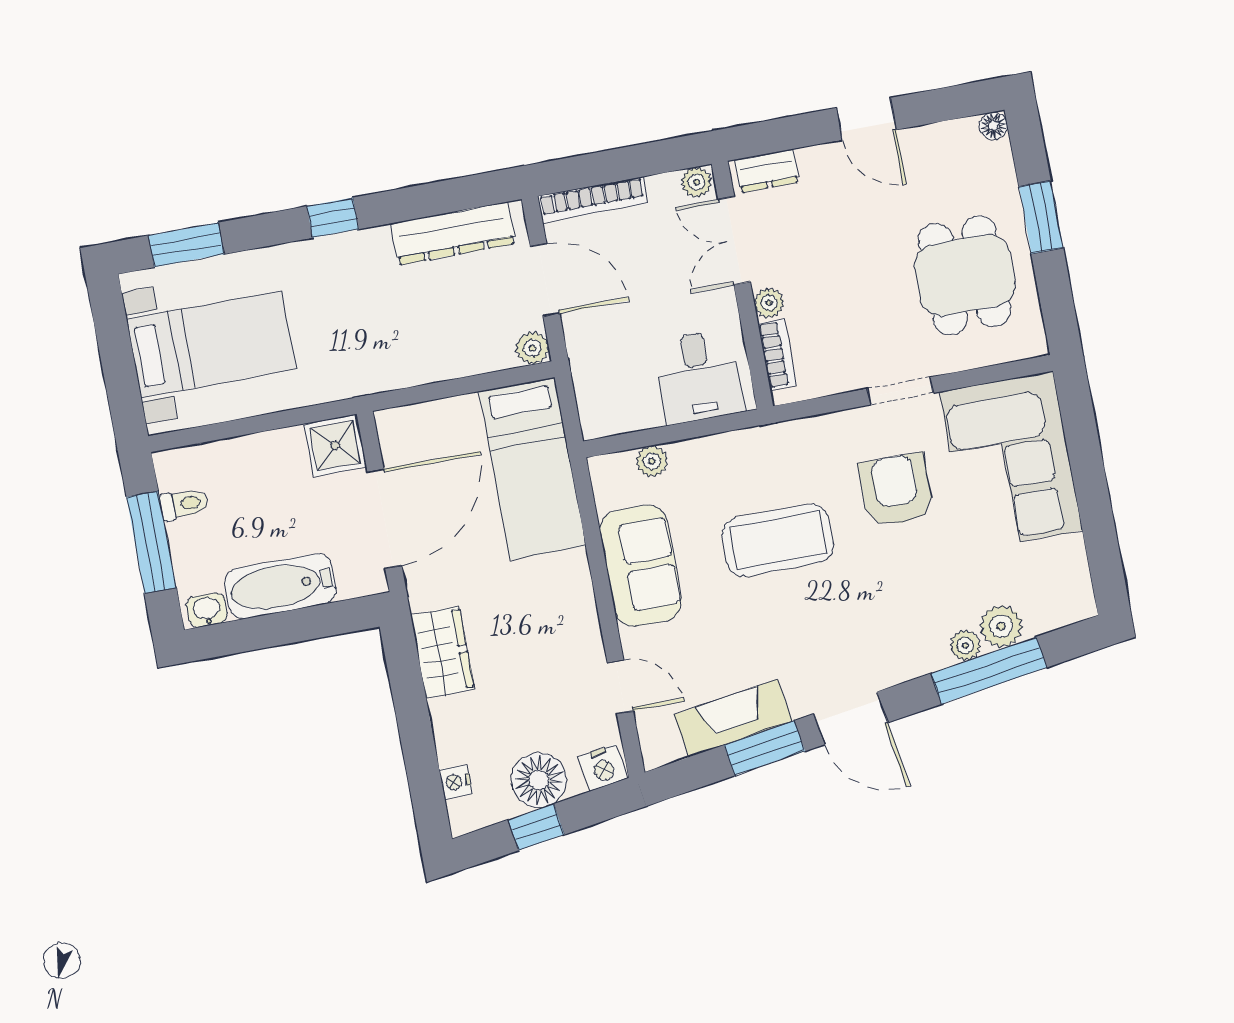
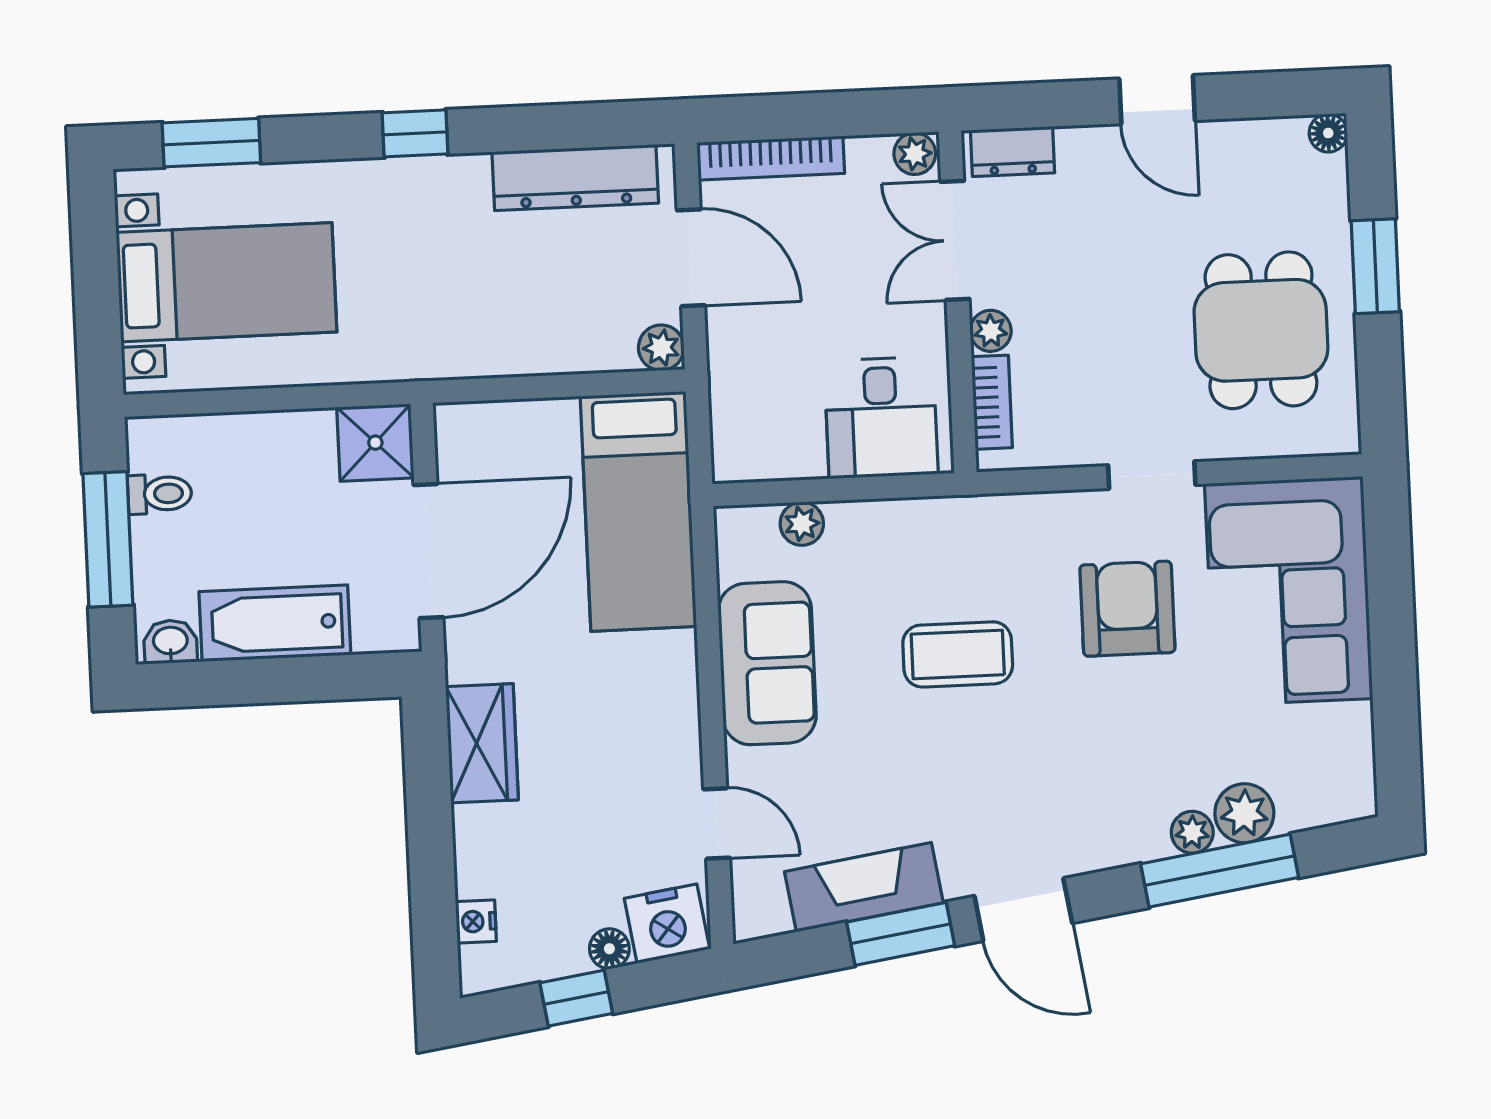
coffee table: (778, 540) -> (958, 654), width x0.73, depth x0.76
nightstand: (603, 768) -> (667, 924), width x1.36, depth x1.33
floor lamp: (539, 780) -> (609, 949), width x0.53, depth x0.53

